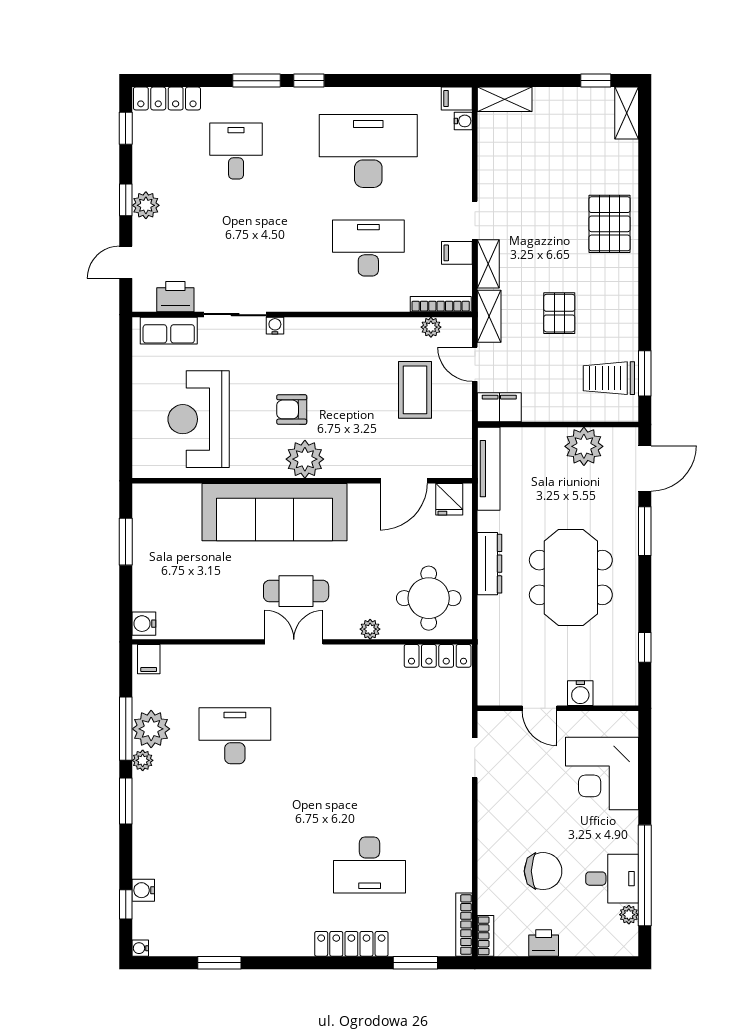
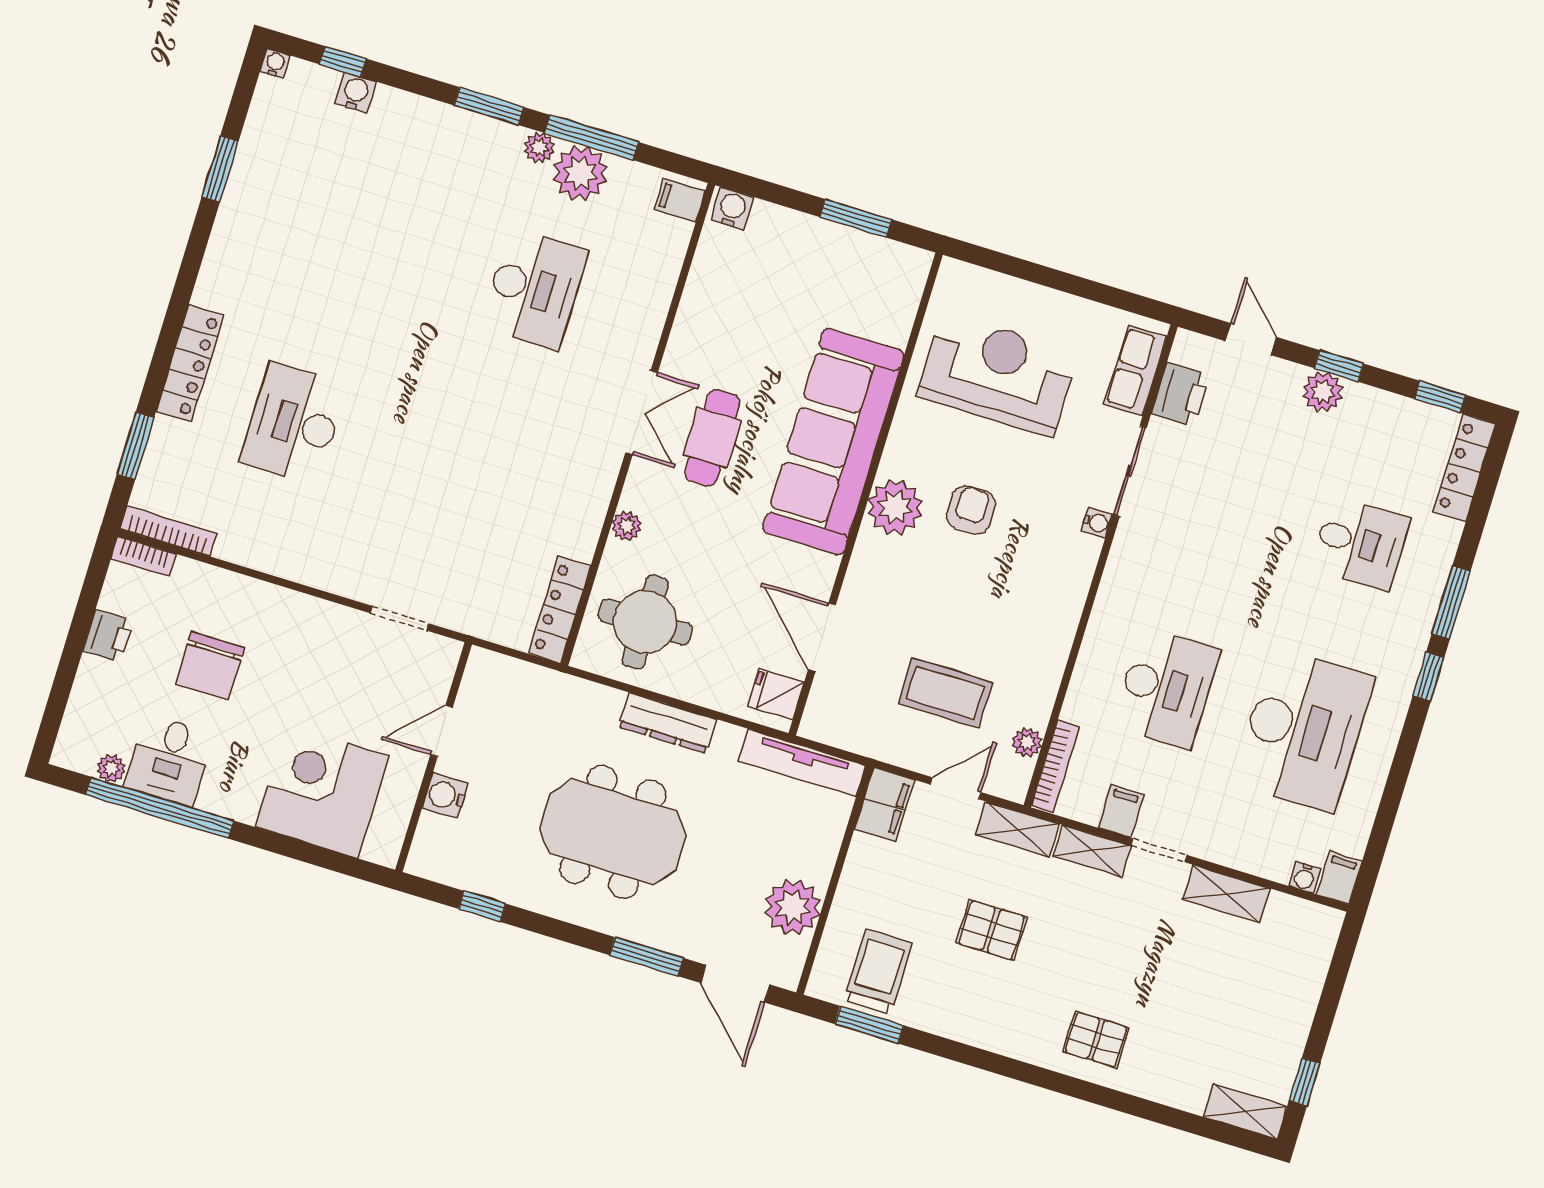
shelving: (505, 99) -> (1226, 894), moved, turned 90
pallet: (610, 224) -> (1096, 1040), width x0.67, depth x0.71

